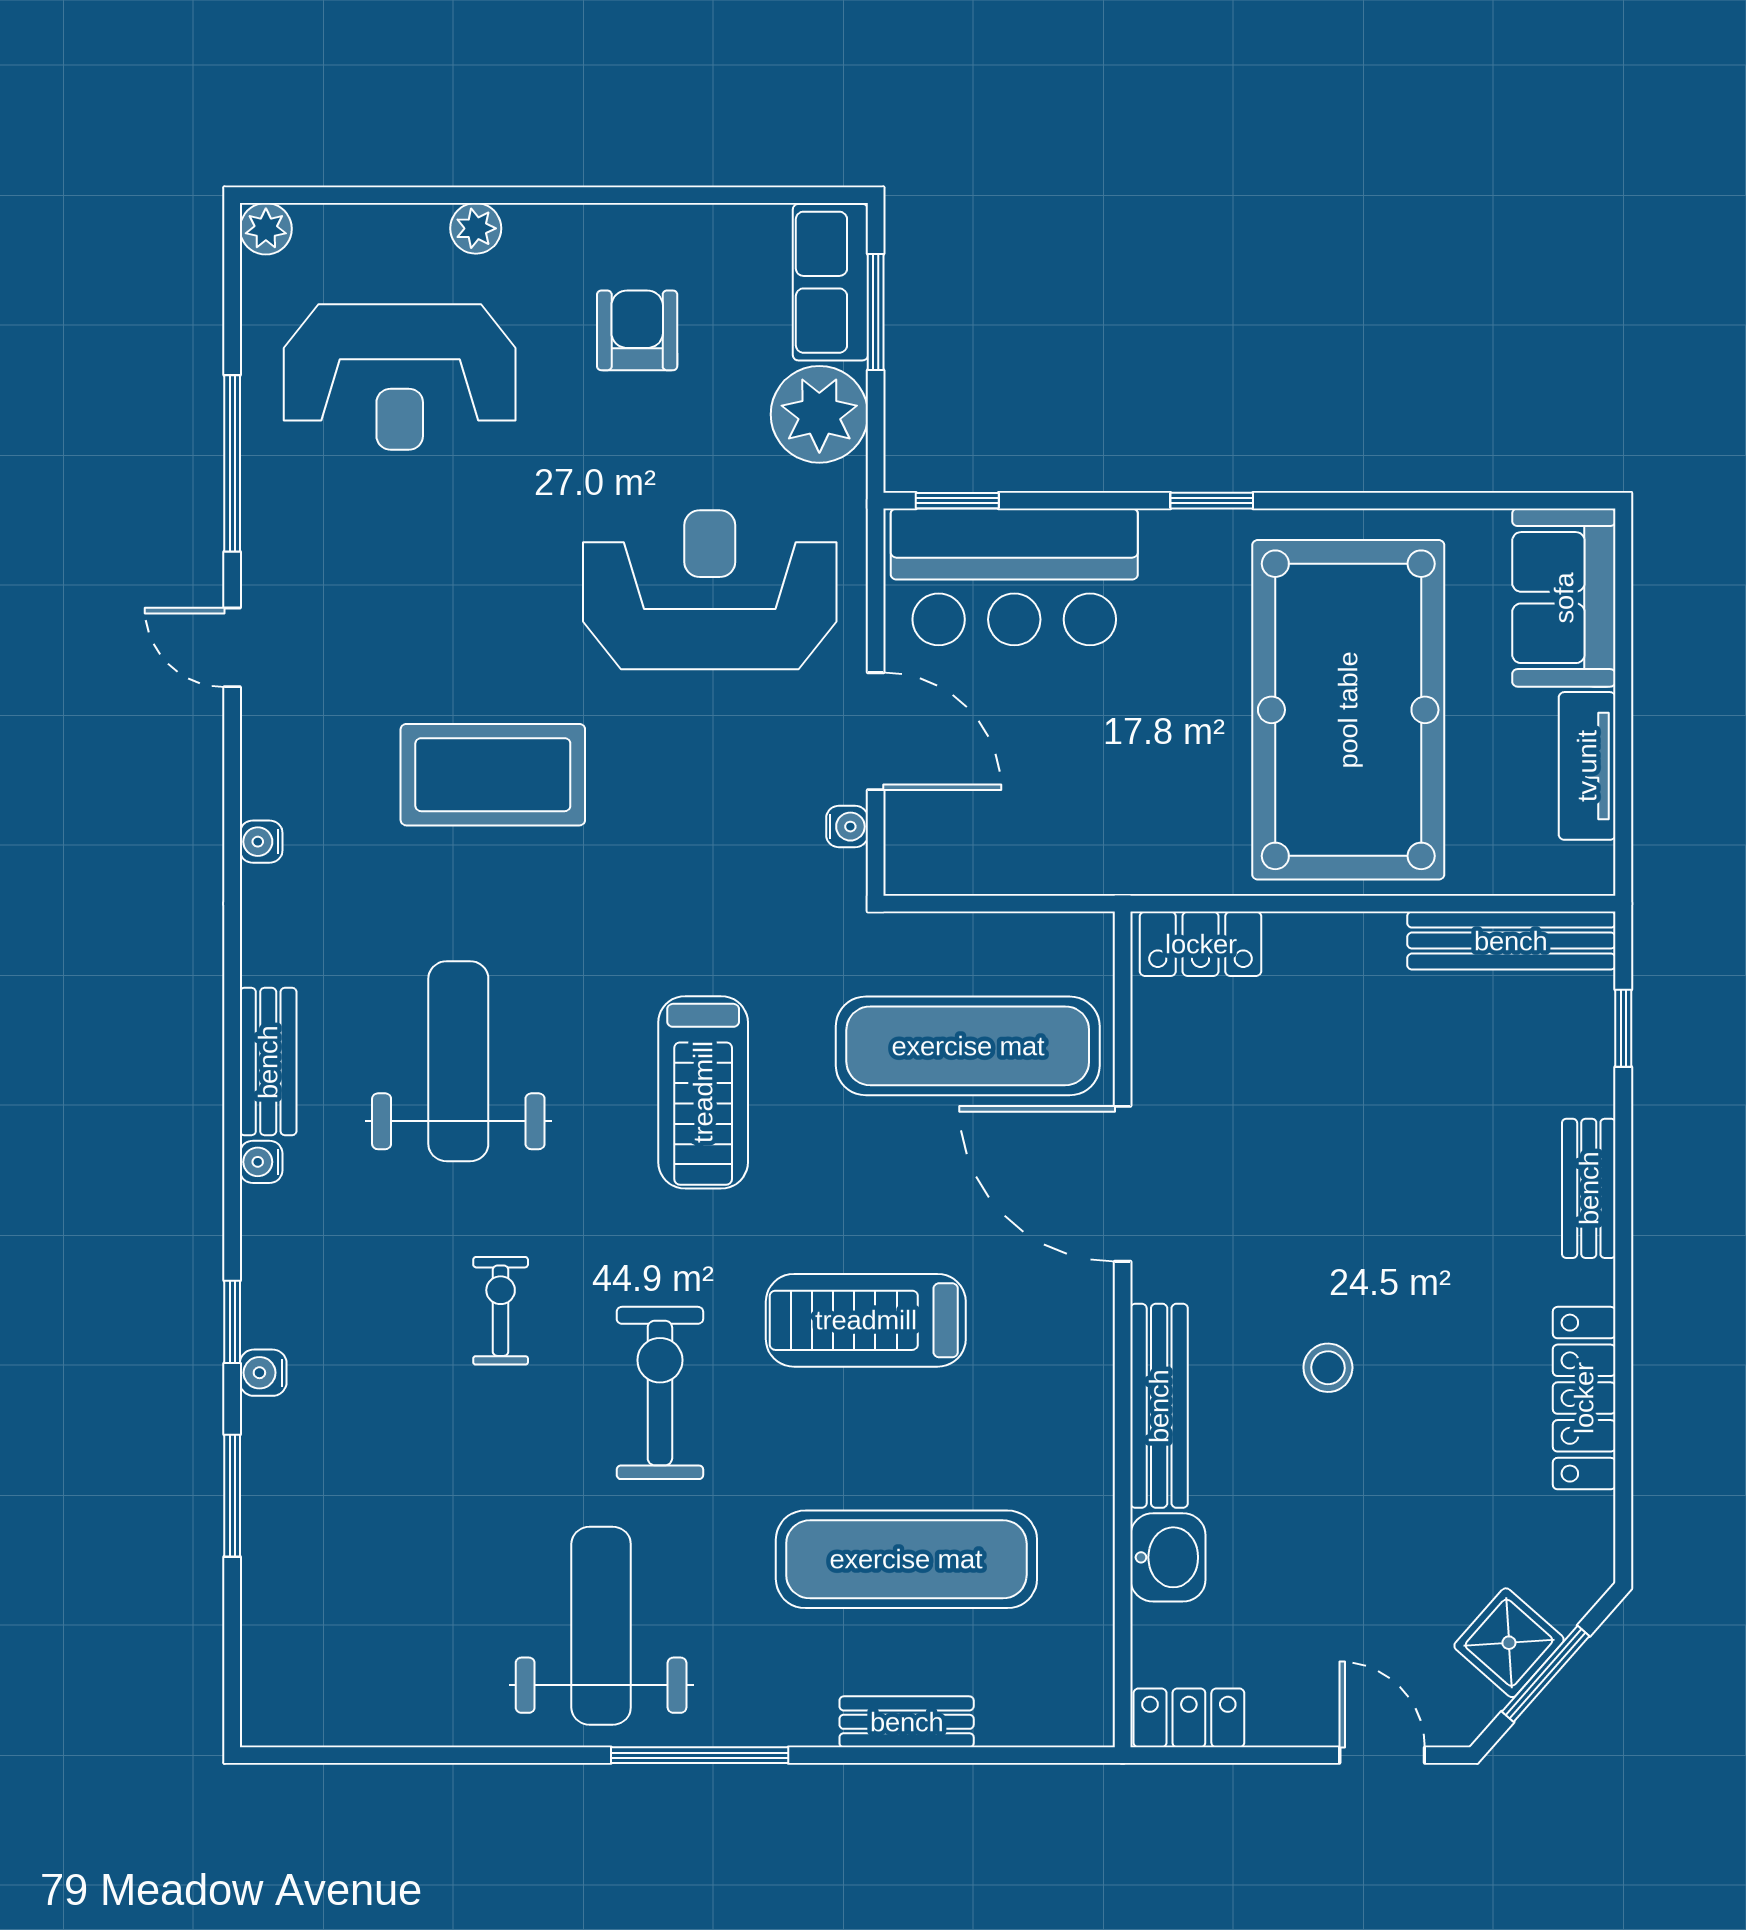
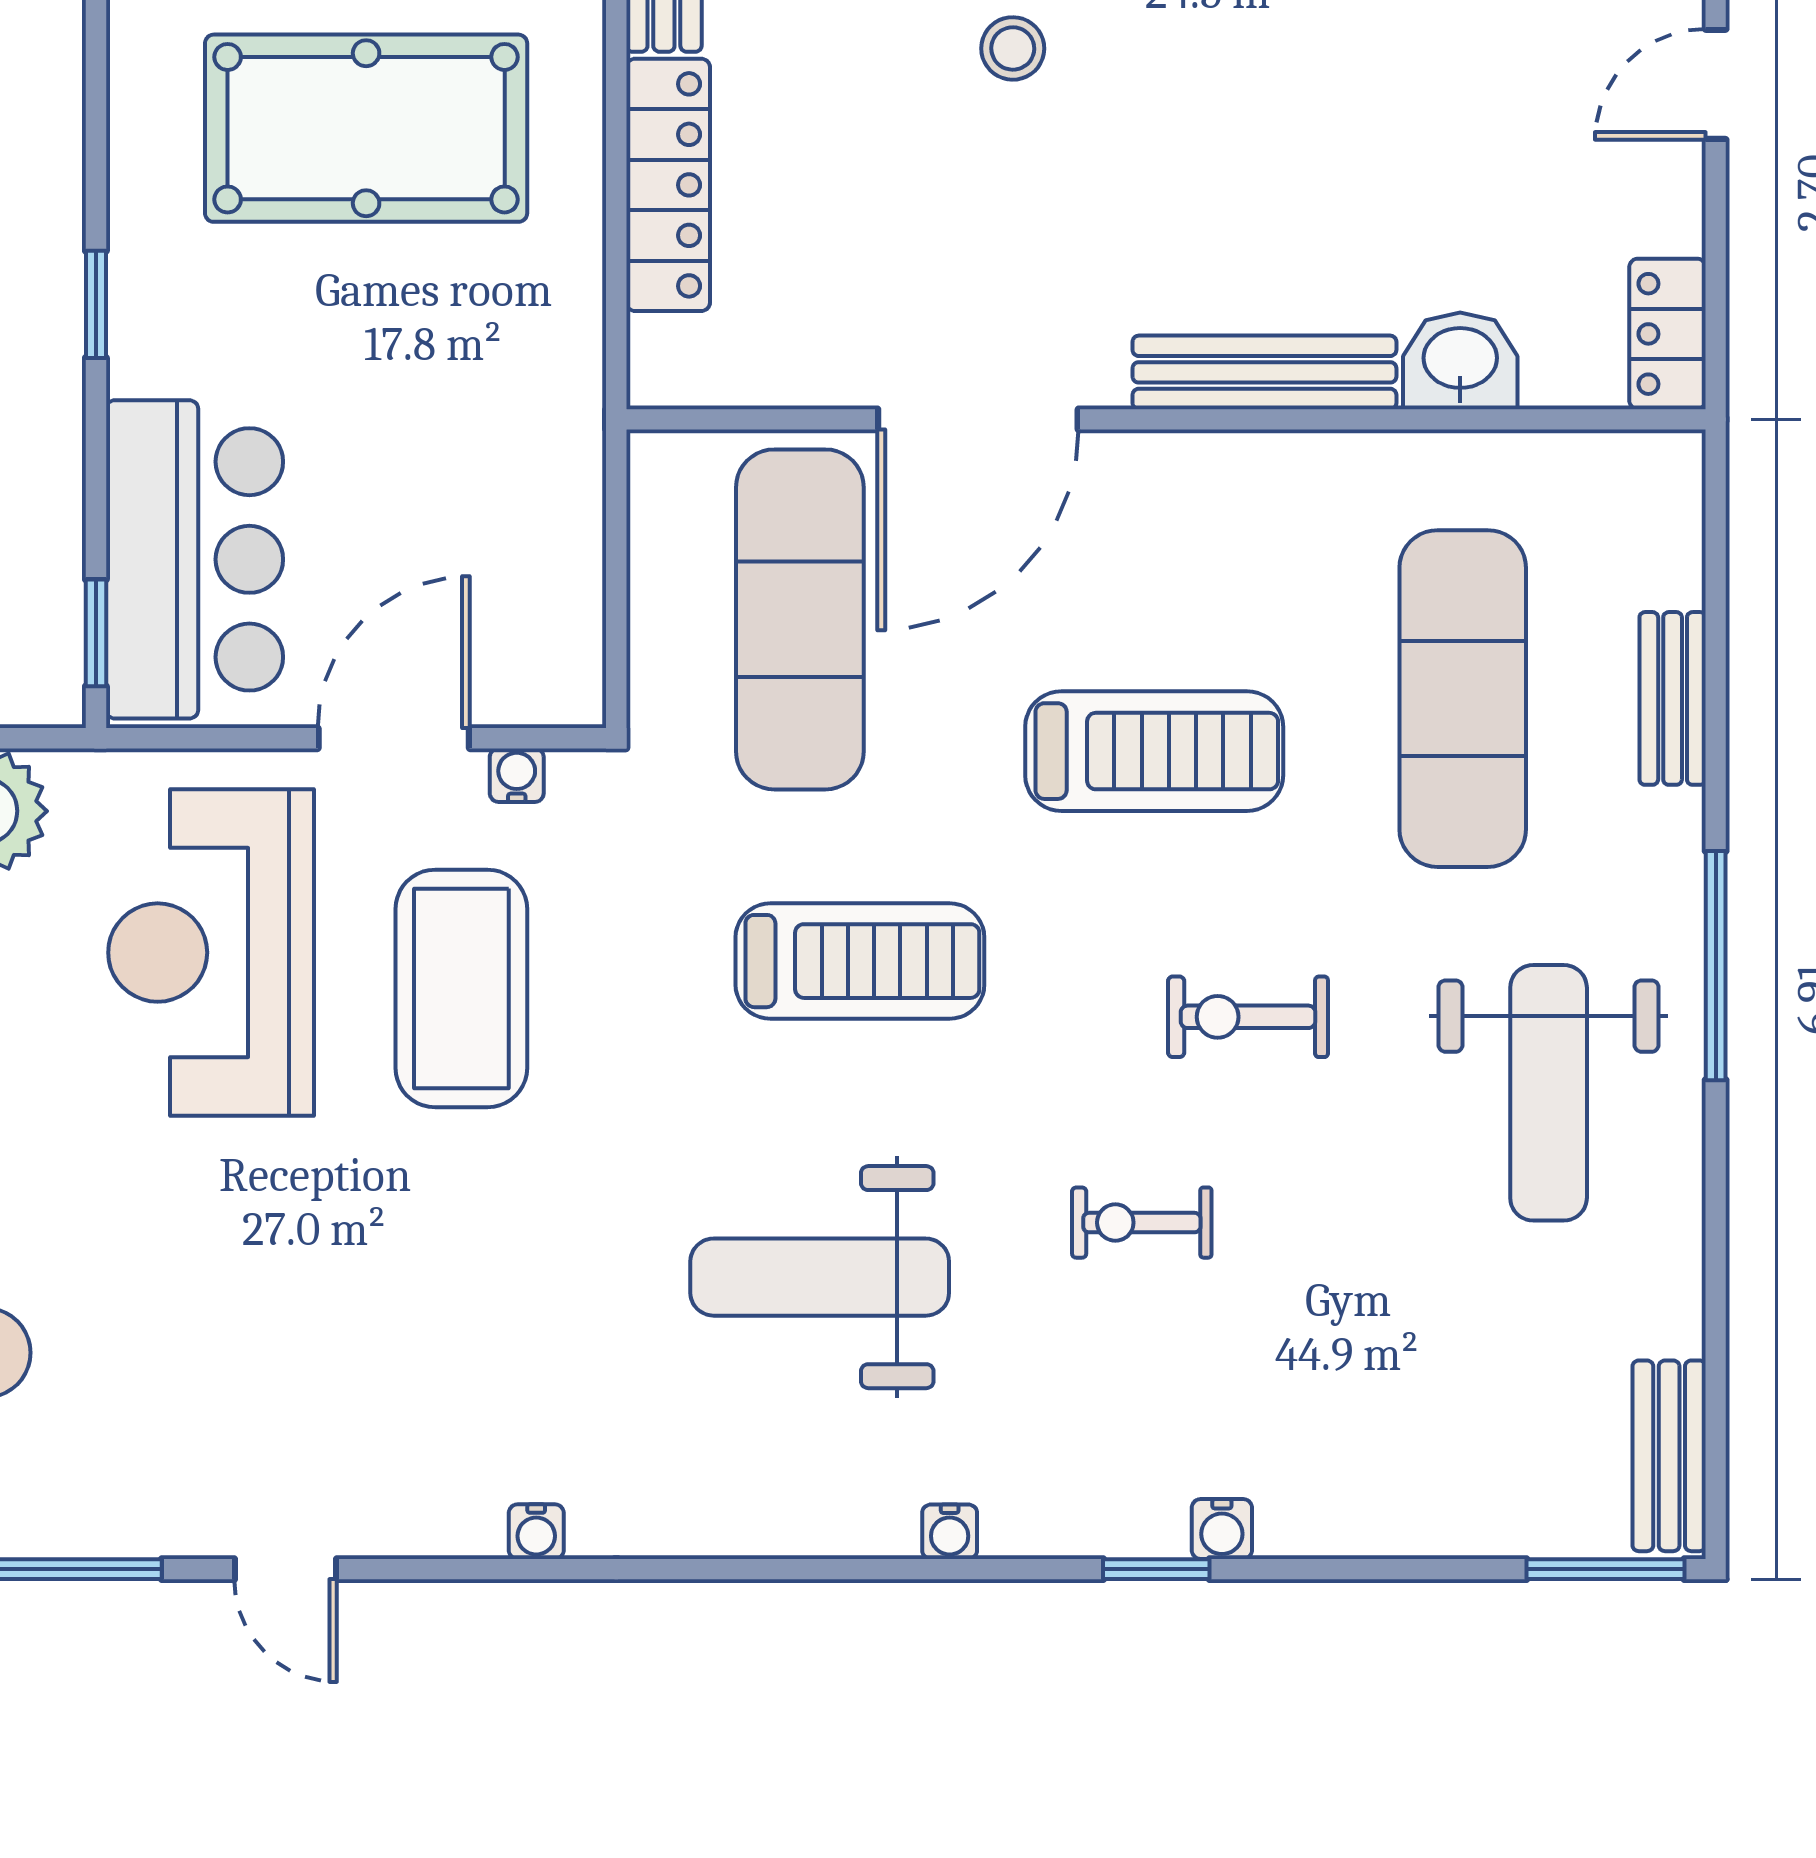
door: (232, 647) -> (286, 1569), hinge flipped
pool table: (1348, 710) -> (366, 128), width x0.73, depth x0.76
coffee table: (493, 775) -> (461, 988), moved
locker: (1201, 944) -> (668, 185), moved, width x1.53
bench: (268, 1062) -> (1669, 1456), moved, turned 90
treadmill: (866, 1320) -> (1154, 751), turned -90
stool: (1328, 1368) -> (1013, 48), moved
exercise bike: (660, 1393) -> (1248, 1017), width x0.73, depth x0.72
window: (232, 1496) -> (1605, 1569), moved
weight bench: (601, 1626) -> (1549, 1093), turned -90

